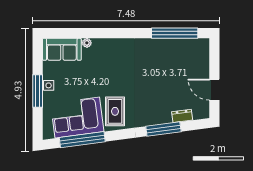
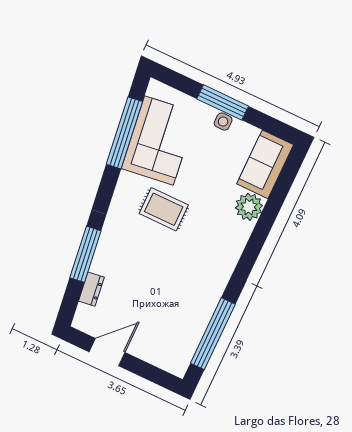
plant: (87, 43) -> (249, 207), width x1.88, depth x1.88
rug: (115, 111) -> (164, 209), moved

